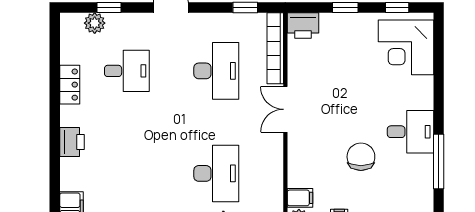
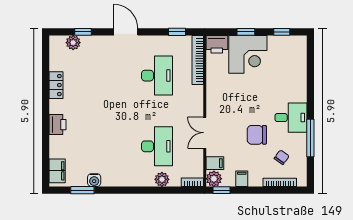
corner desk: (406, 47) -> (248, 54), moved, turned -90
desk: (127, 71) -> (95, 76), removed
double door: (285, 109) -> (205, 133), moved
chair: (361, 157) -> (257, 135), turned -90
chair: (397, 189) -> (282, 157), added

